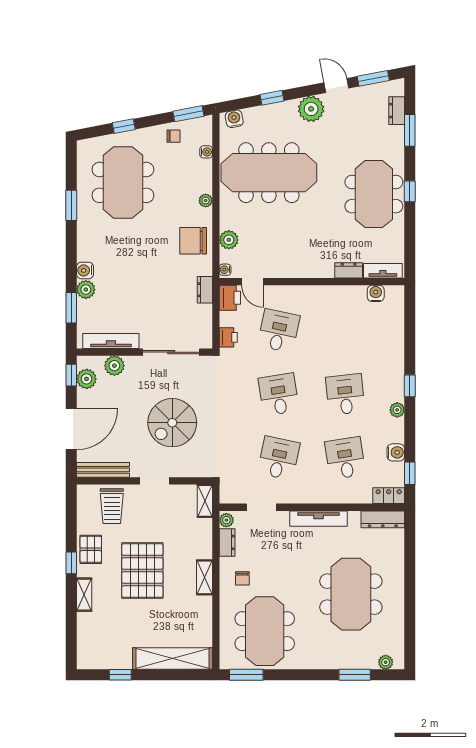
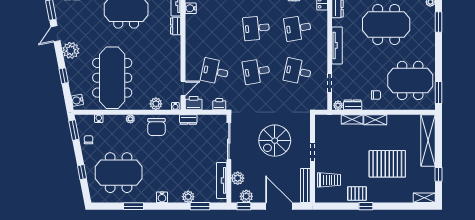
water cooler: (85, 270) -> (162, 197), moved
spiral stairs: (172, 423) -> (275, 141), turned 90
shelving: (205, 501) -> (352, 119), moved
pallet: (142, 571) -> (387, 164), moved
shelving: (84, 595) -> (424, 198), moved

